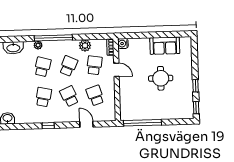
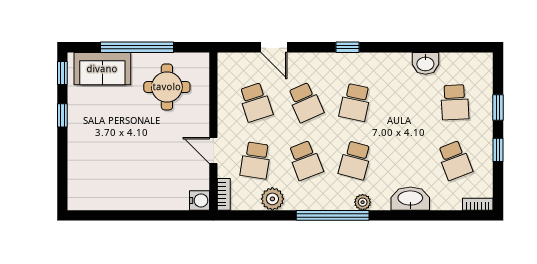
sofa: (165, 46) -> (102, 69), moved, turned 180
school desk: (68, 66) -> (305, 160), turned -45
round table: (161, 78) -> (167, 87), moved
window: (142, 123) -> (137, 47), moved

